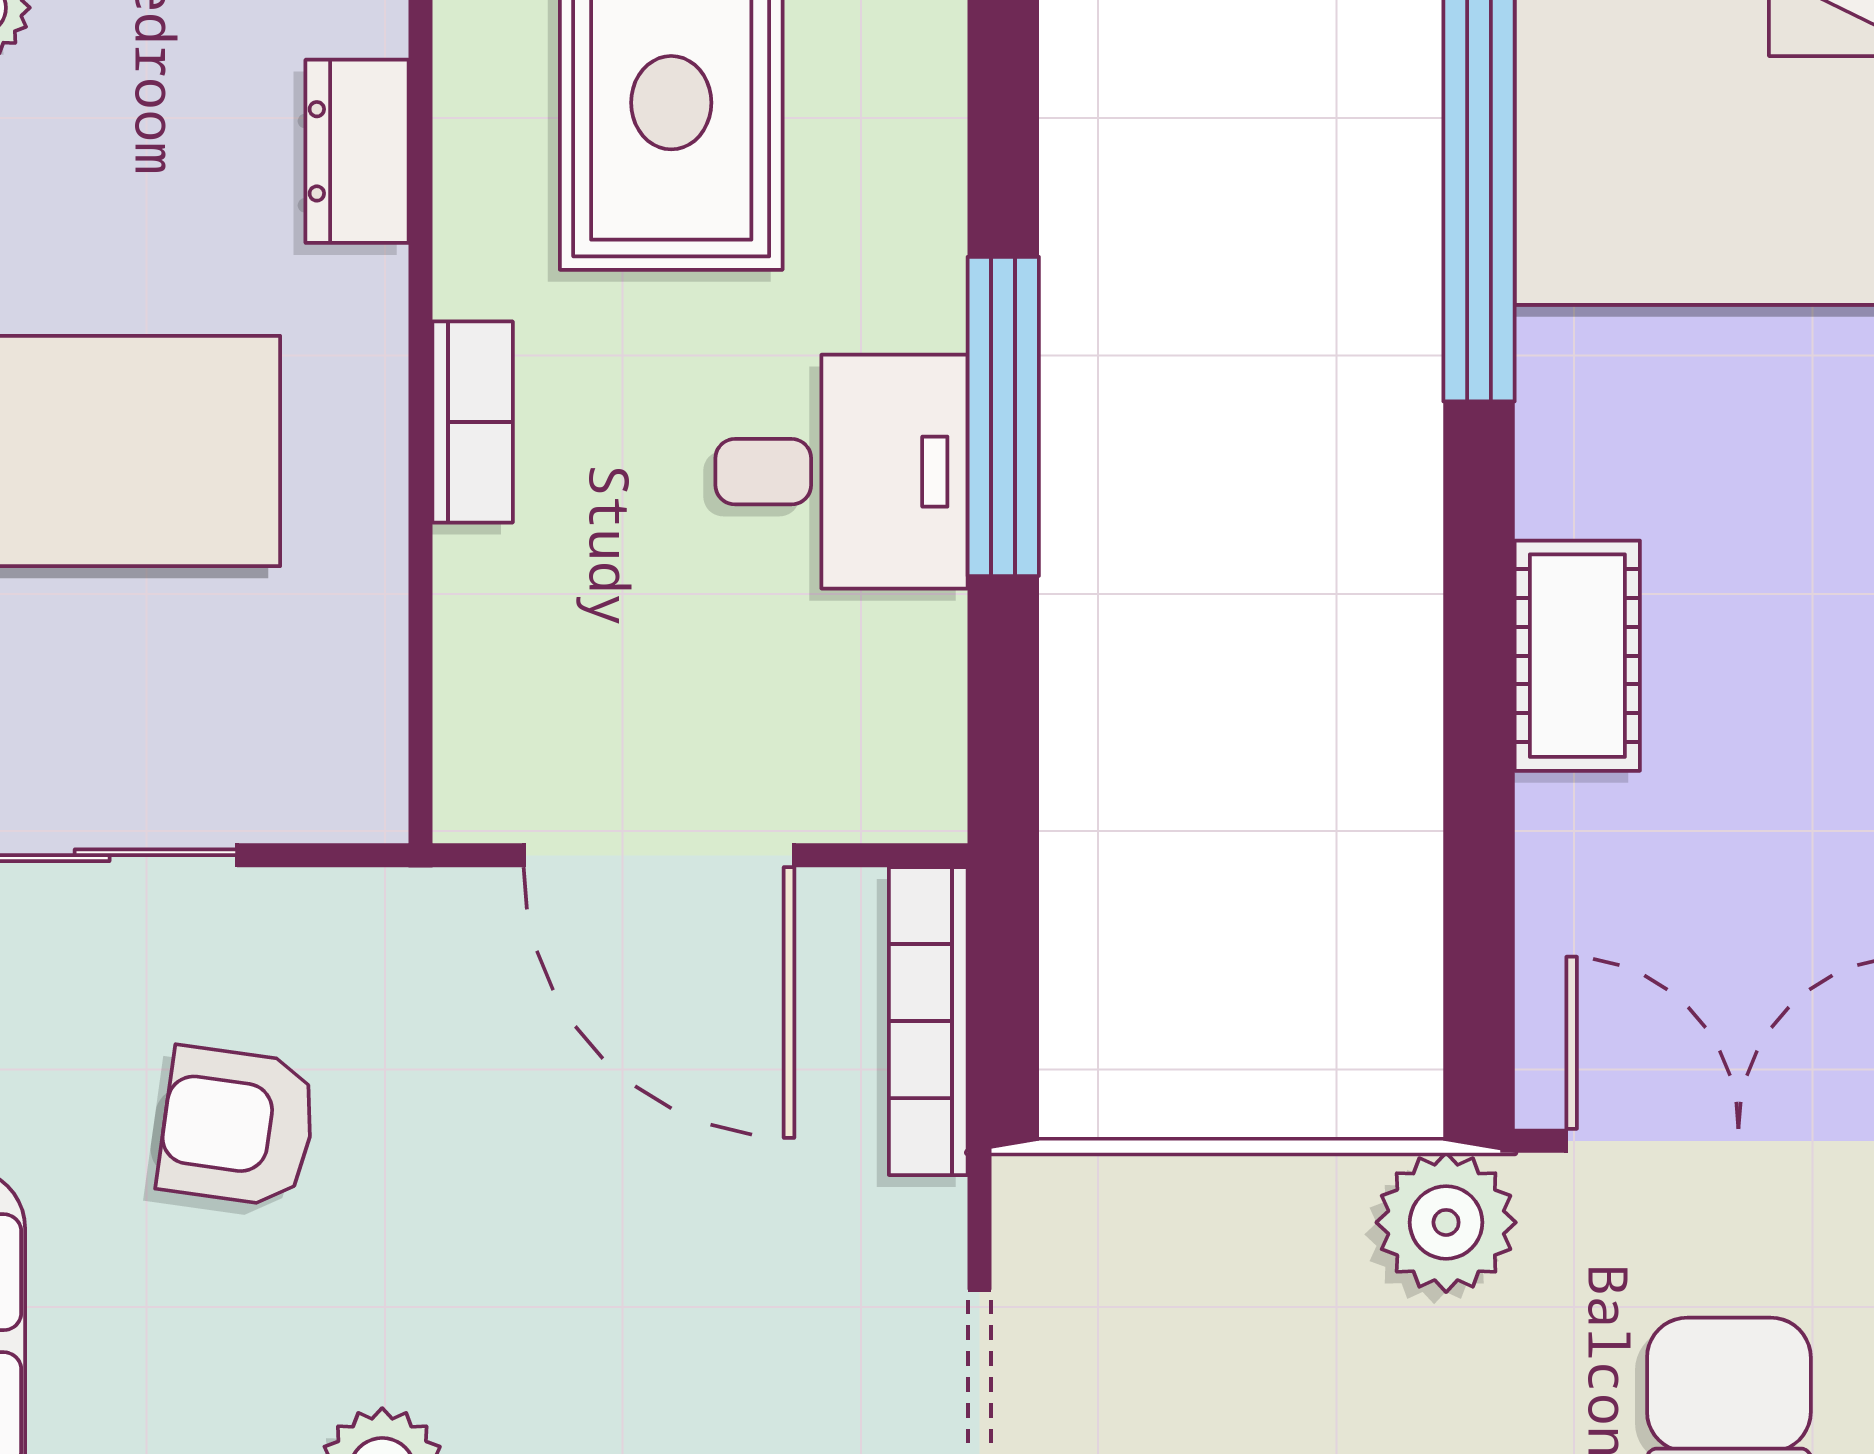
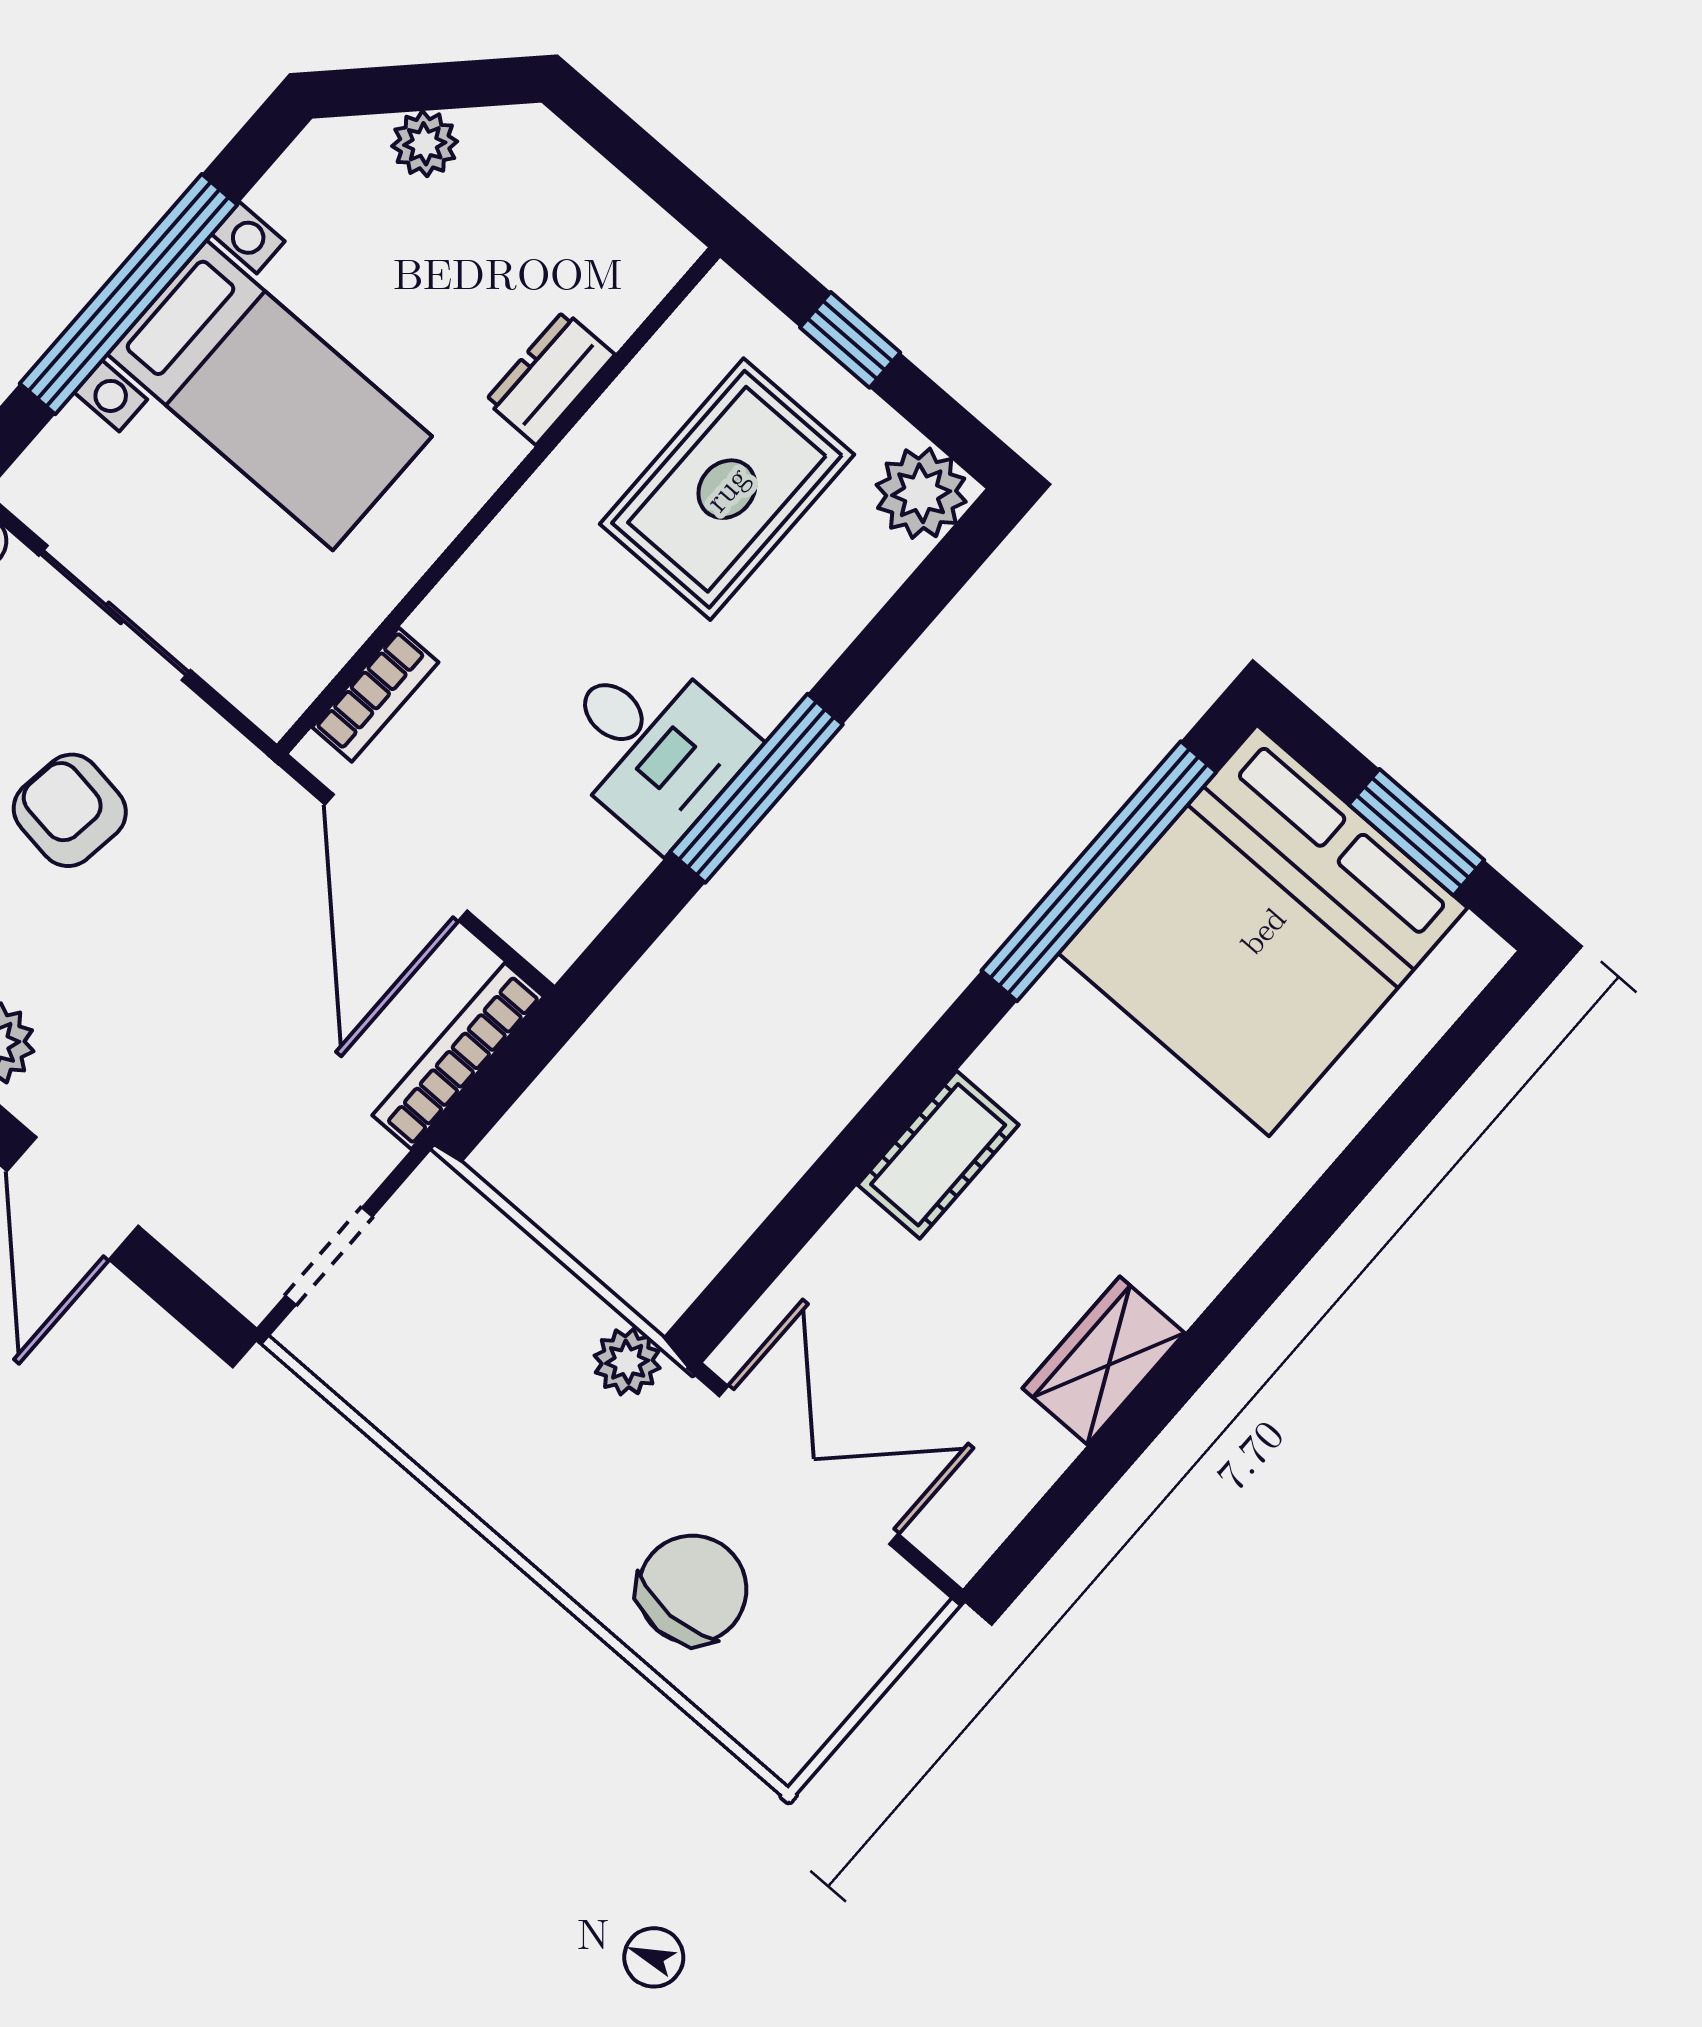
bookcase: (473, 422) -> (375, 695), moved
plant: (1446, 1222) -> (627, 1362), width x0.73, depth x0.73

